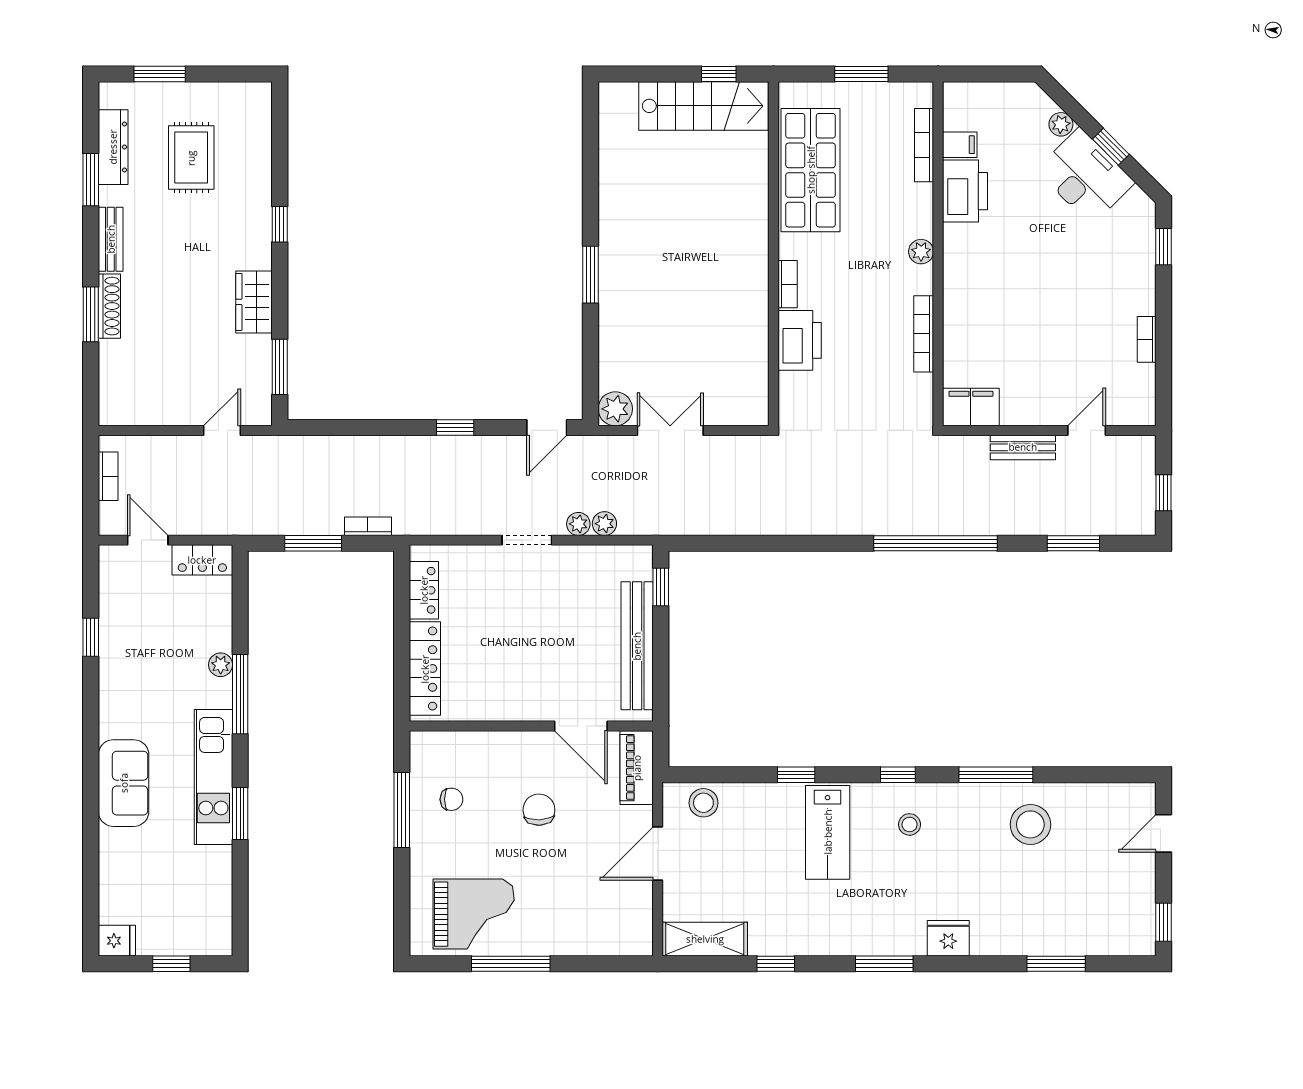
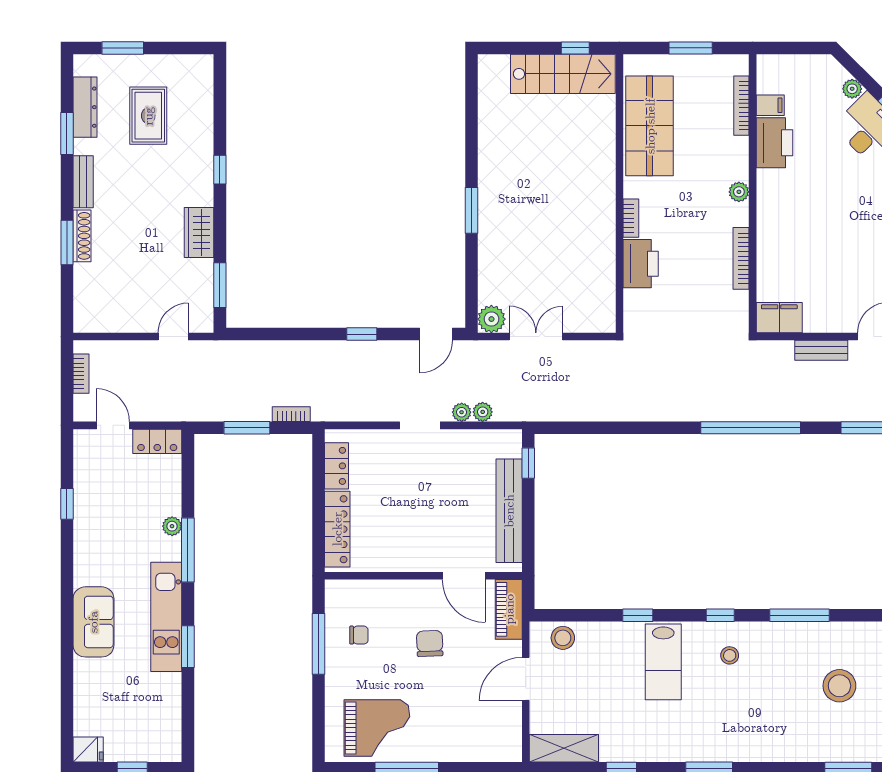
stool: (1030, 824) -> (839, 686), moved
fridge: (948, 938) -> (761, 748), removed

